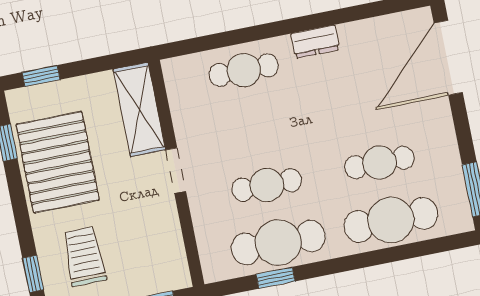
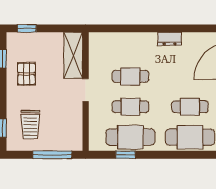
cafe table: (244, 70) -> (130, 76), moved
pallet: (58, 162) -> (26, 74), width x0.49, depth x0.50
trolley: (84, 256) -> (30, 124), turned 180

